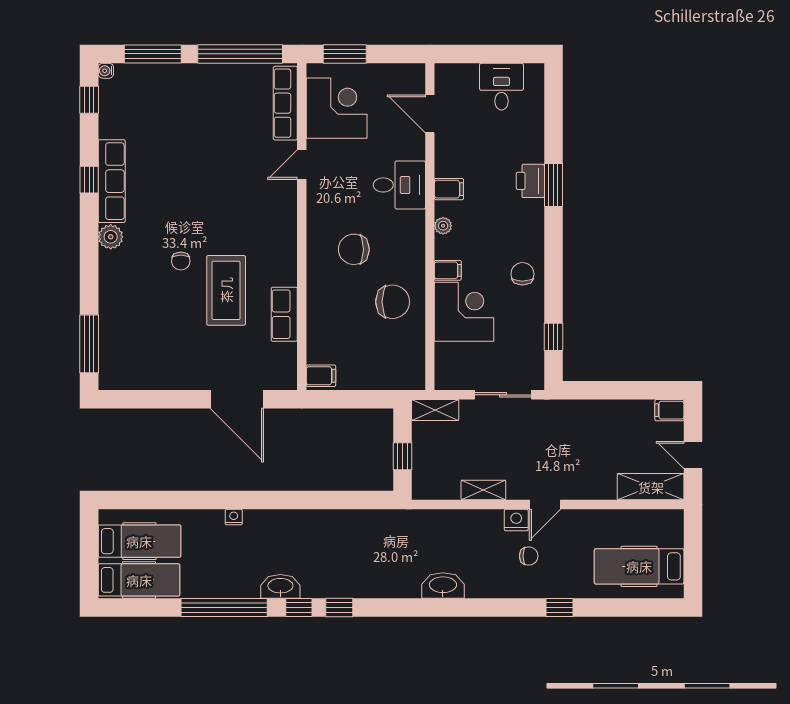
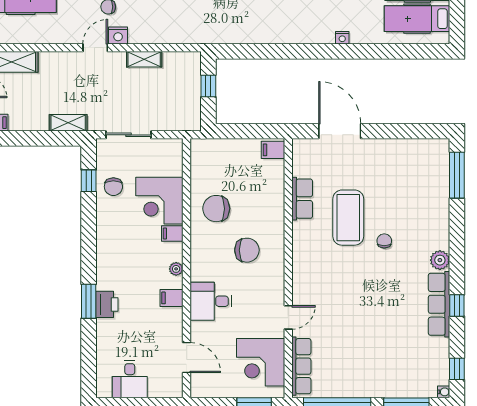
chair: (522, 274) -> (113, 187), moved
shelving: (435, 410) -> (68, 123), moved

